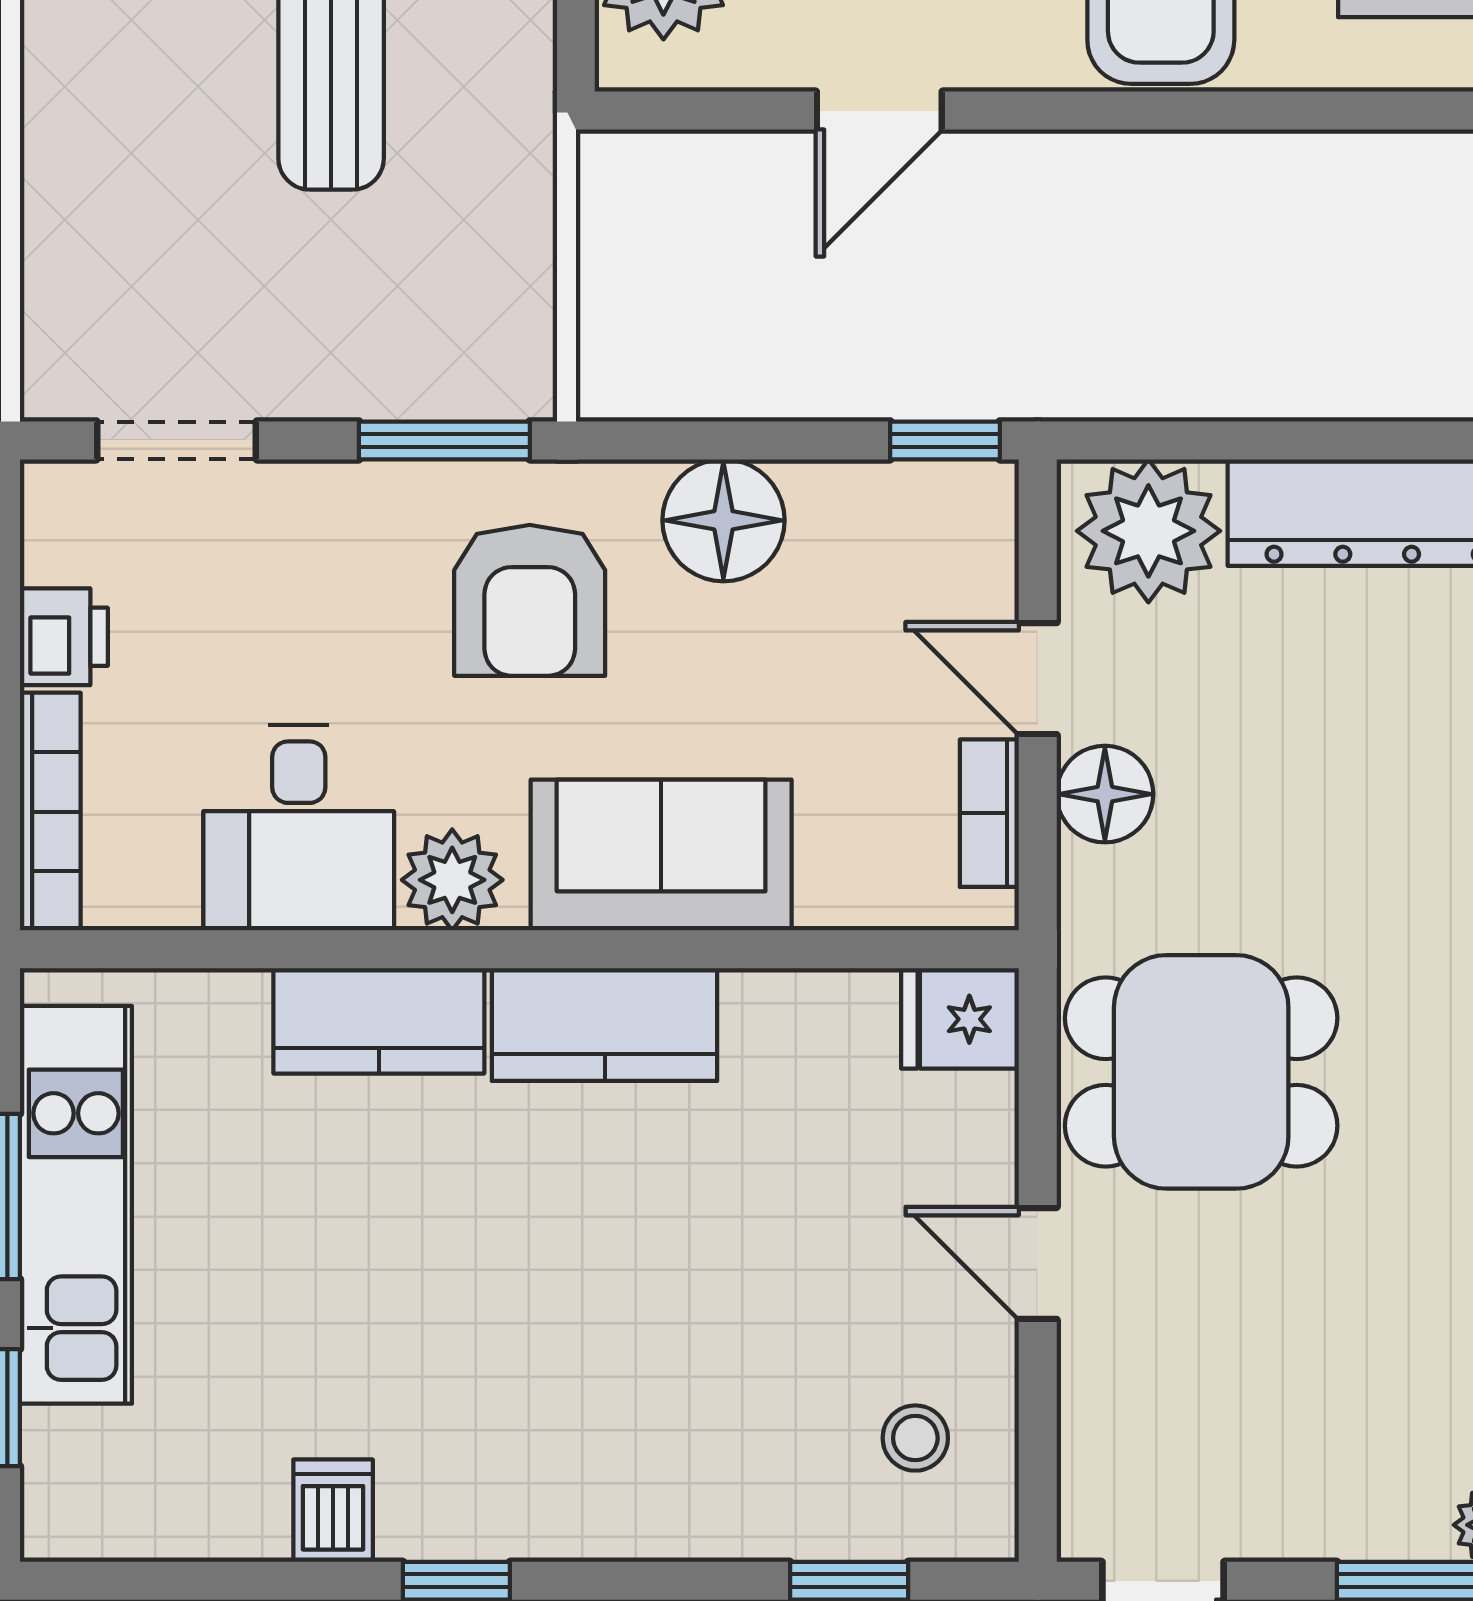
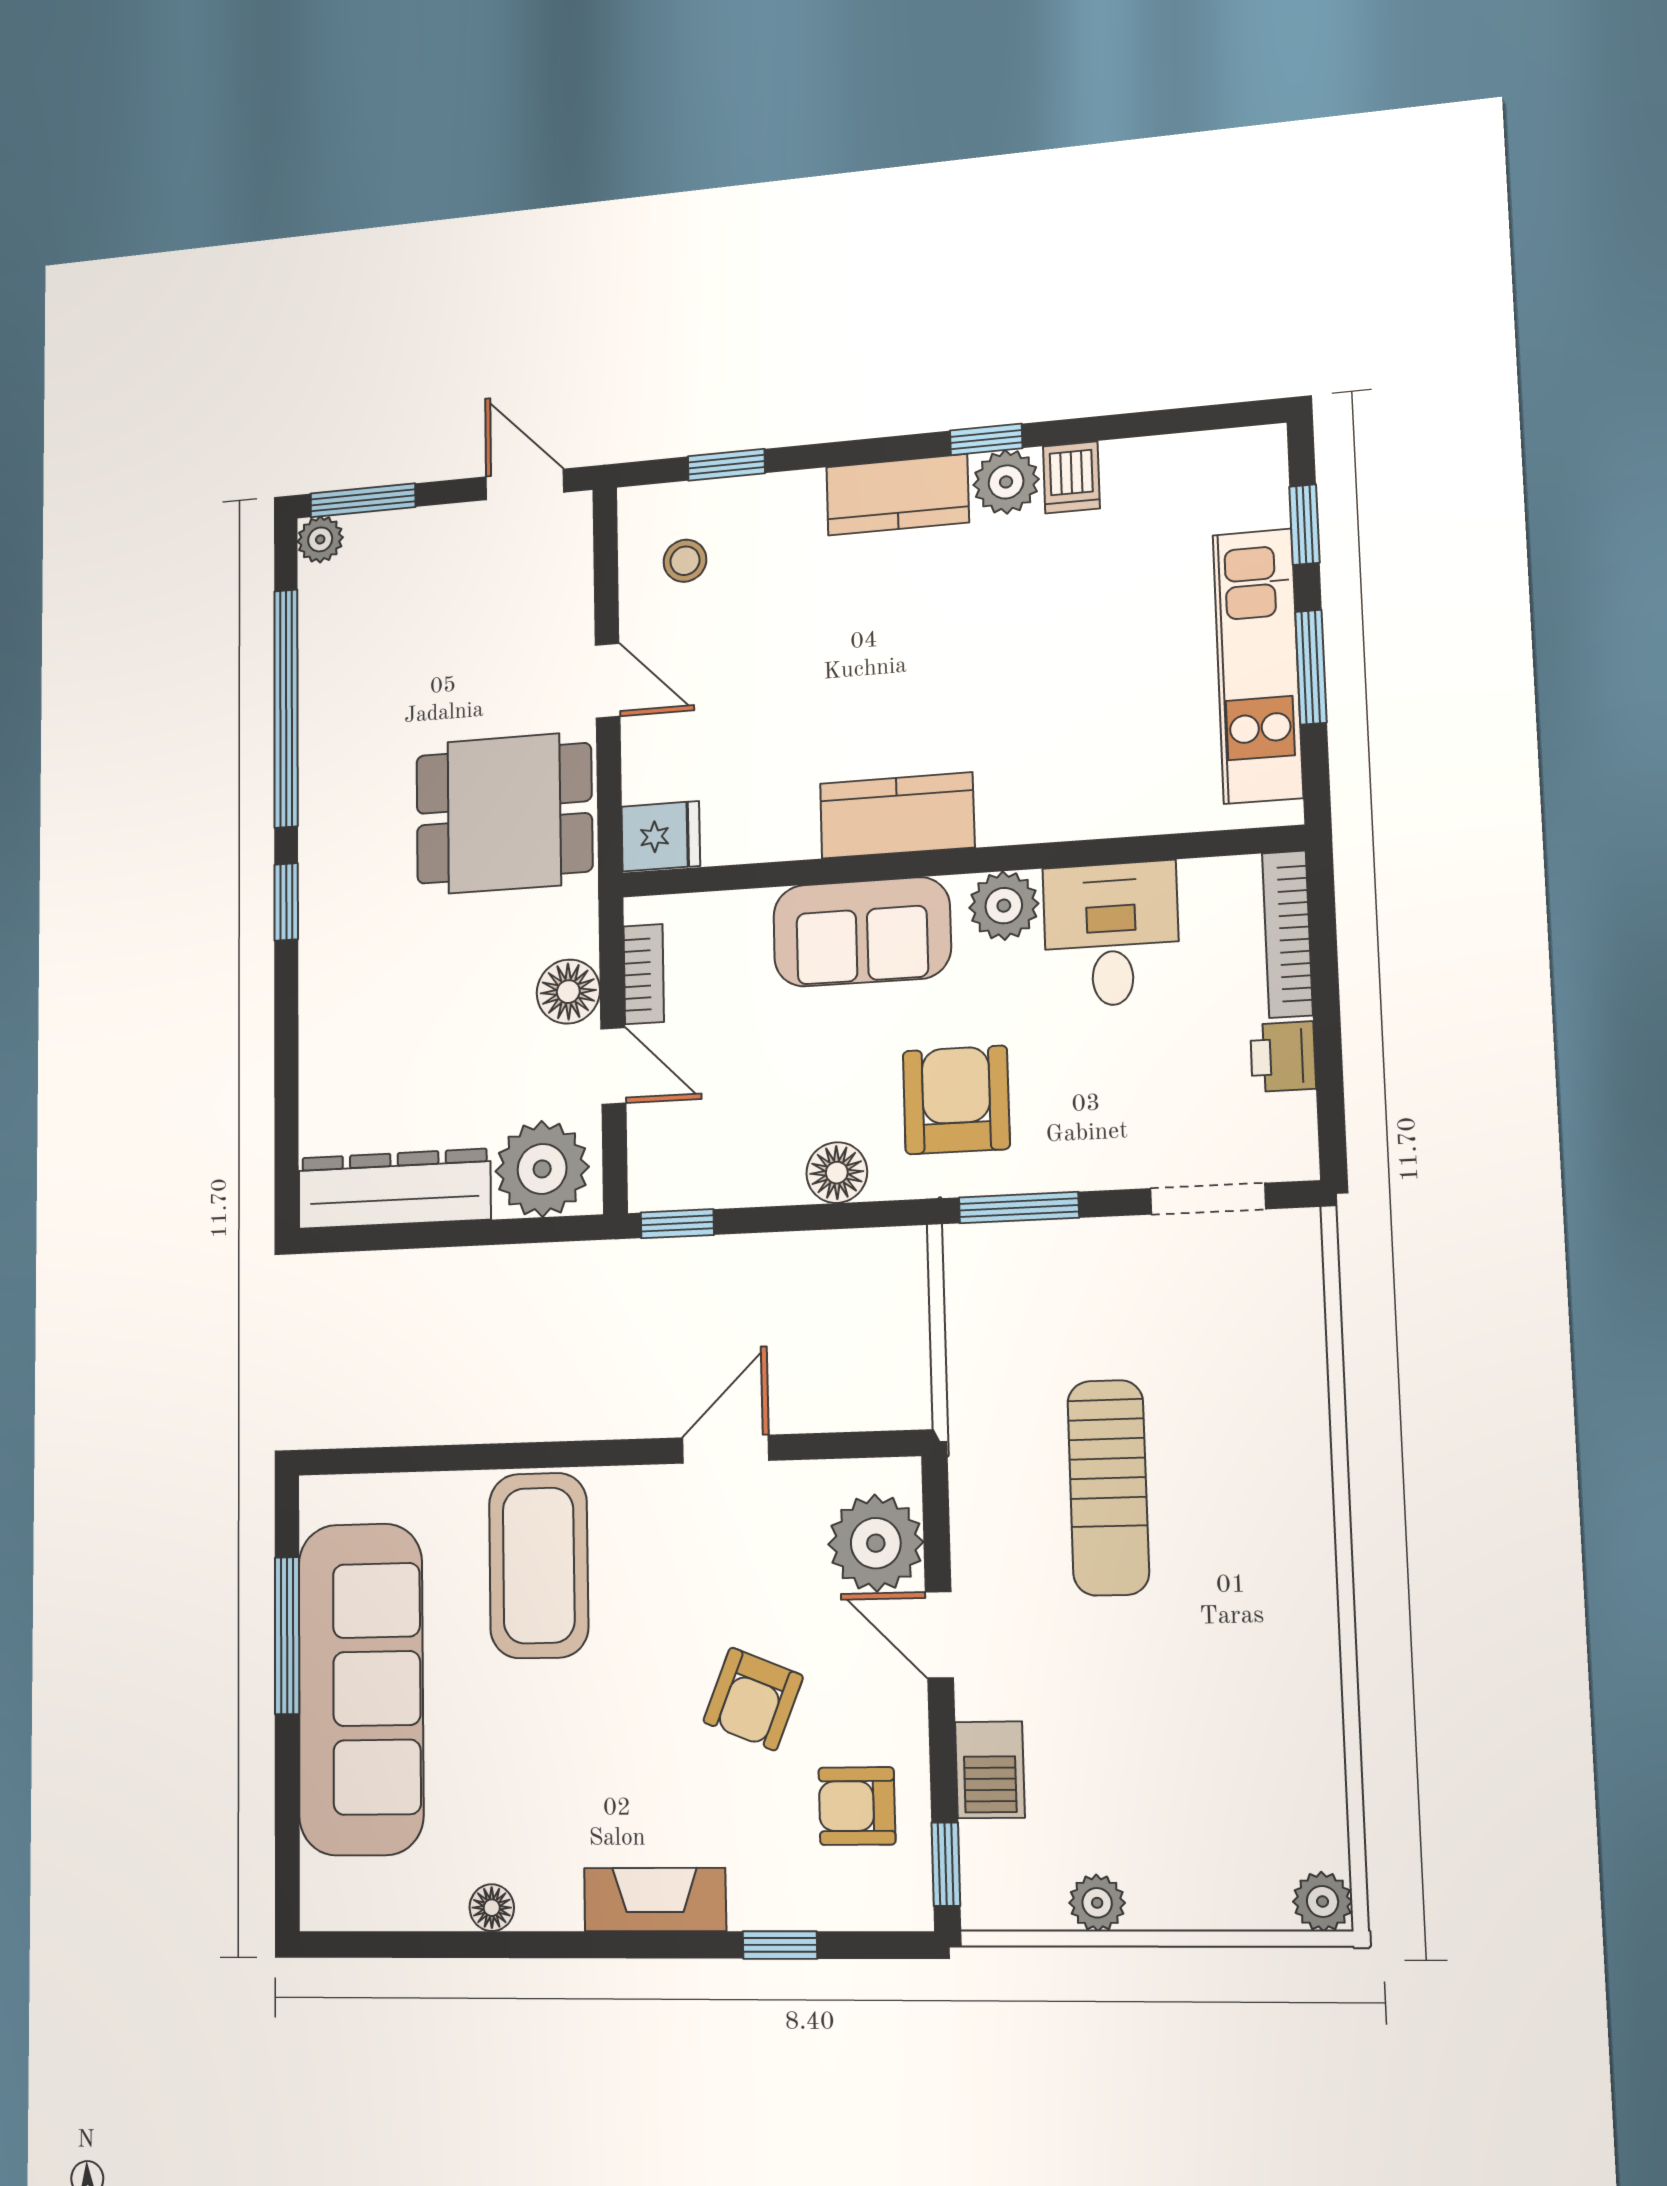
floor lamp: (723, 520) -> (837, 1173), width x0.73, depth x0.73
kitchen counter: (379, 1021) -> (897, 495), moved, turned 180
plant: (429, 1513) -> (1006, 482), added

